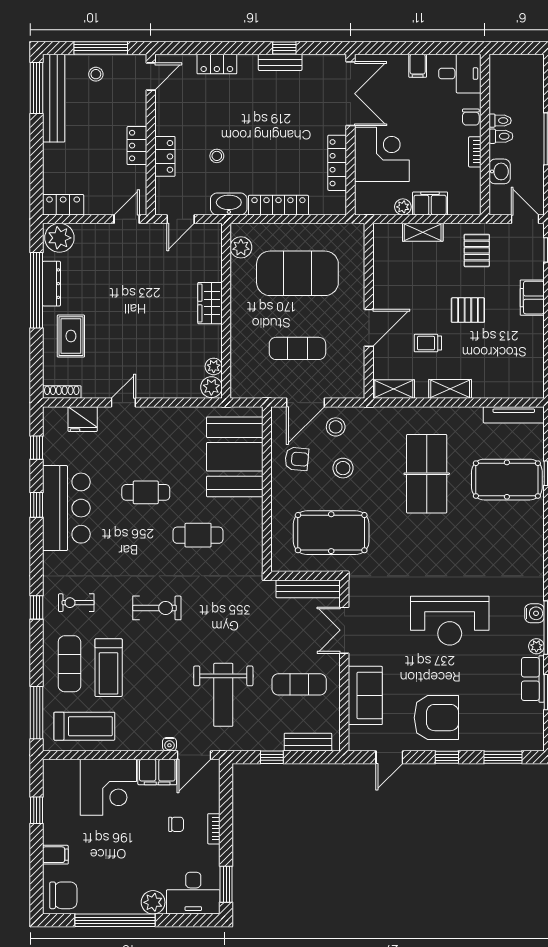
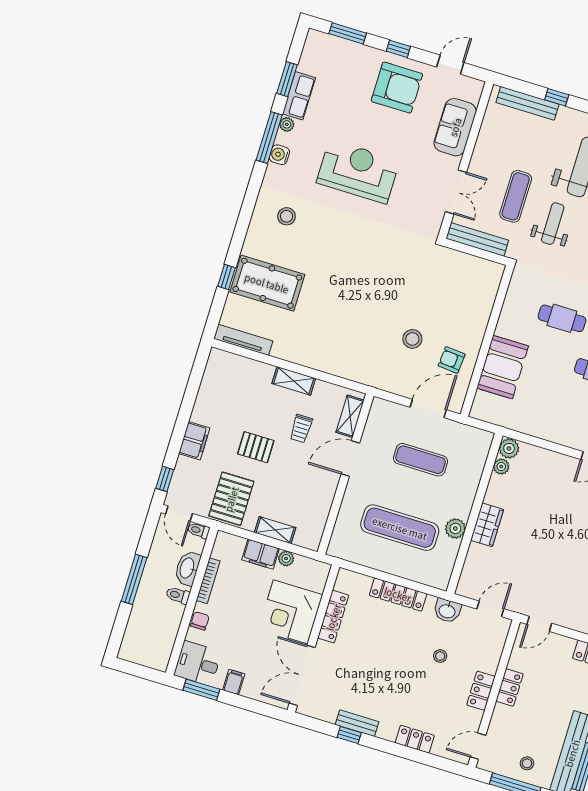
window: (448, 48) -> (201, 690), added
toilet: (500, 121) -> (199, 530), moved
bookcase: (475, 152) -> (208, 581), width x1.56
locker: (165, 156) -> (481, 691), moved
washbasin: (500, 171) -> (187, 568), width x1.38
washbasin: (229, 204) -> (447, 611), width x0.72
plant: (241, 247) -> (455, 528), moved
pallet: (477, 250) -> (231, 499), width x1.50, depth x1.42
exercise mat: (297, 273) -> (400, 528), width x0.68
trolley: (428, 343) -> (301, 429), turned 90
shelving: (394, 389) -> (350, 416), moved, turned 90
stool: (336, 427) -> (287, 216), moved
booth: (235, 457) -> (503, 367), width x0.73, depth x0.70
table tennis table: (427, 474) -> (338, 311), removed
pool table: (331, 533) -> (441, 284), removed
weight bench: (237, 628) -> (553, 224), added
exercise mat: (299, 684) -> (516, 196), moved, turned 90
armchair: (436, 718) -> (397, 88), turned 180
bench: (308, 742) -> (528, 103), width x1.36

